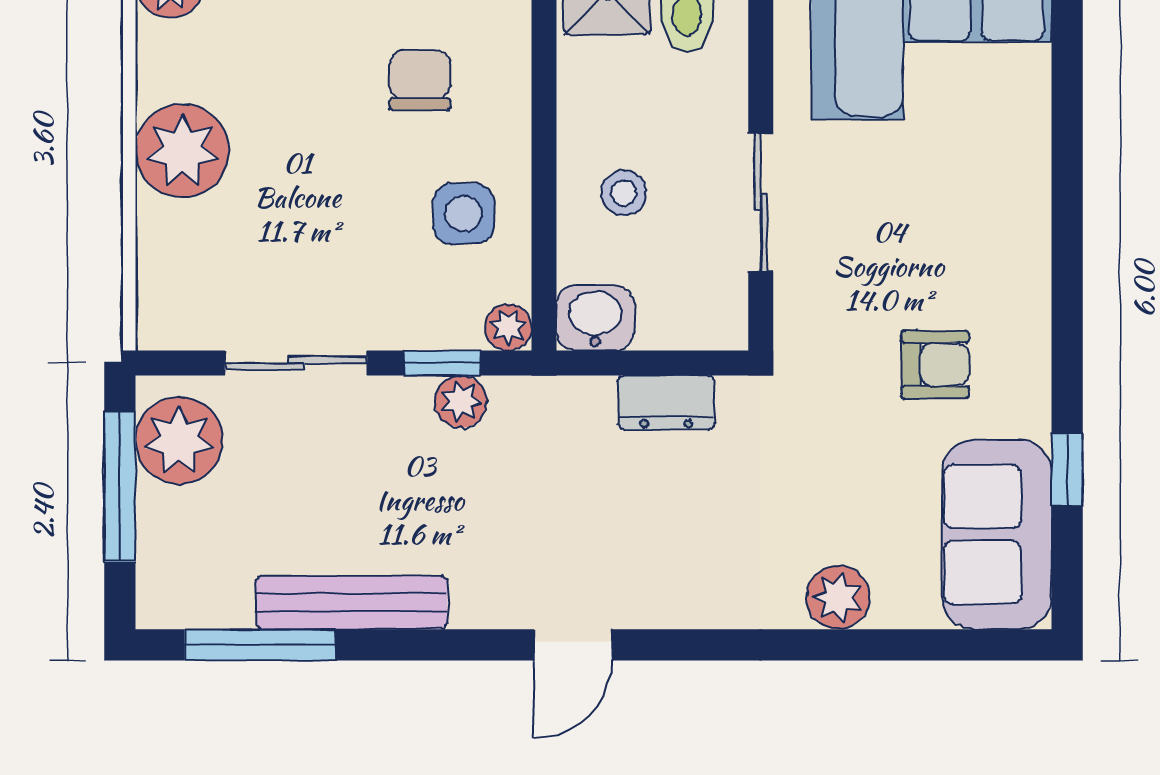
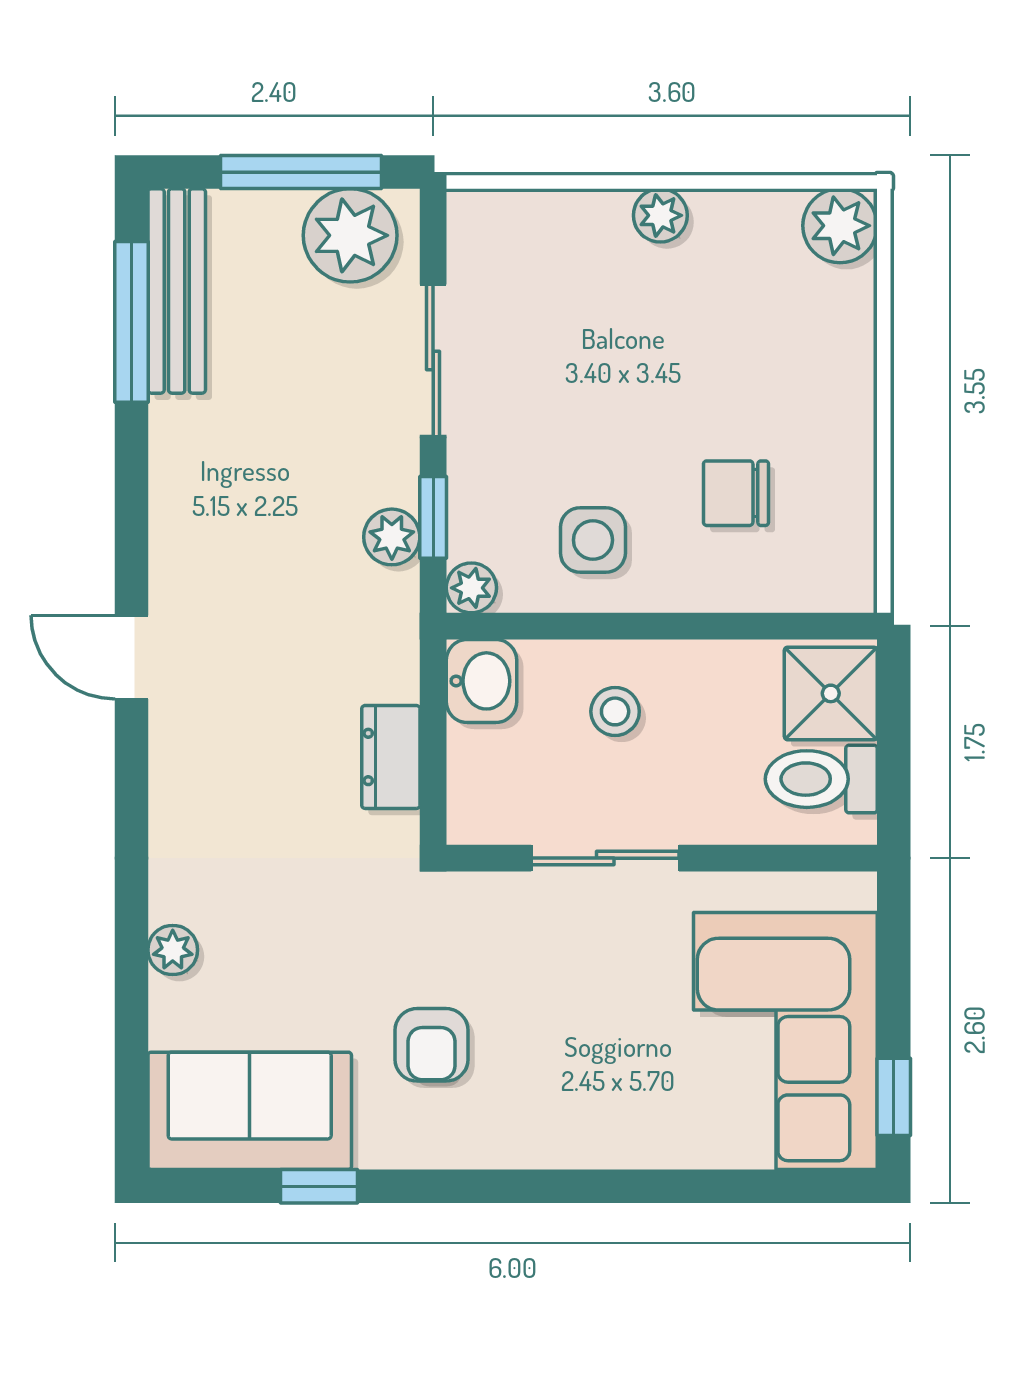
chair: (420, 80) -> (736, 493), turned 180
plant: (182, 151) -> (660, 215), width x0.53, depth x0.53
plant: (838, 598) -> (173, 950), width x0.73, depth x0.73
bench: (352, 603) -> (177, 291), moved

